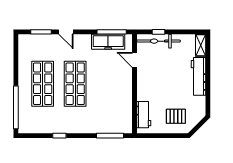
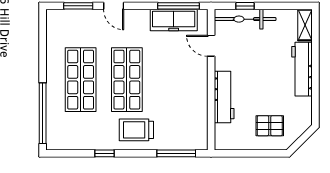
workbench: (144, 115) -> (224, 97), moved, width x1.38
trolley: (82, 119) -> (136, 130), added

